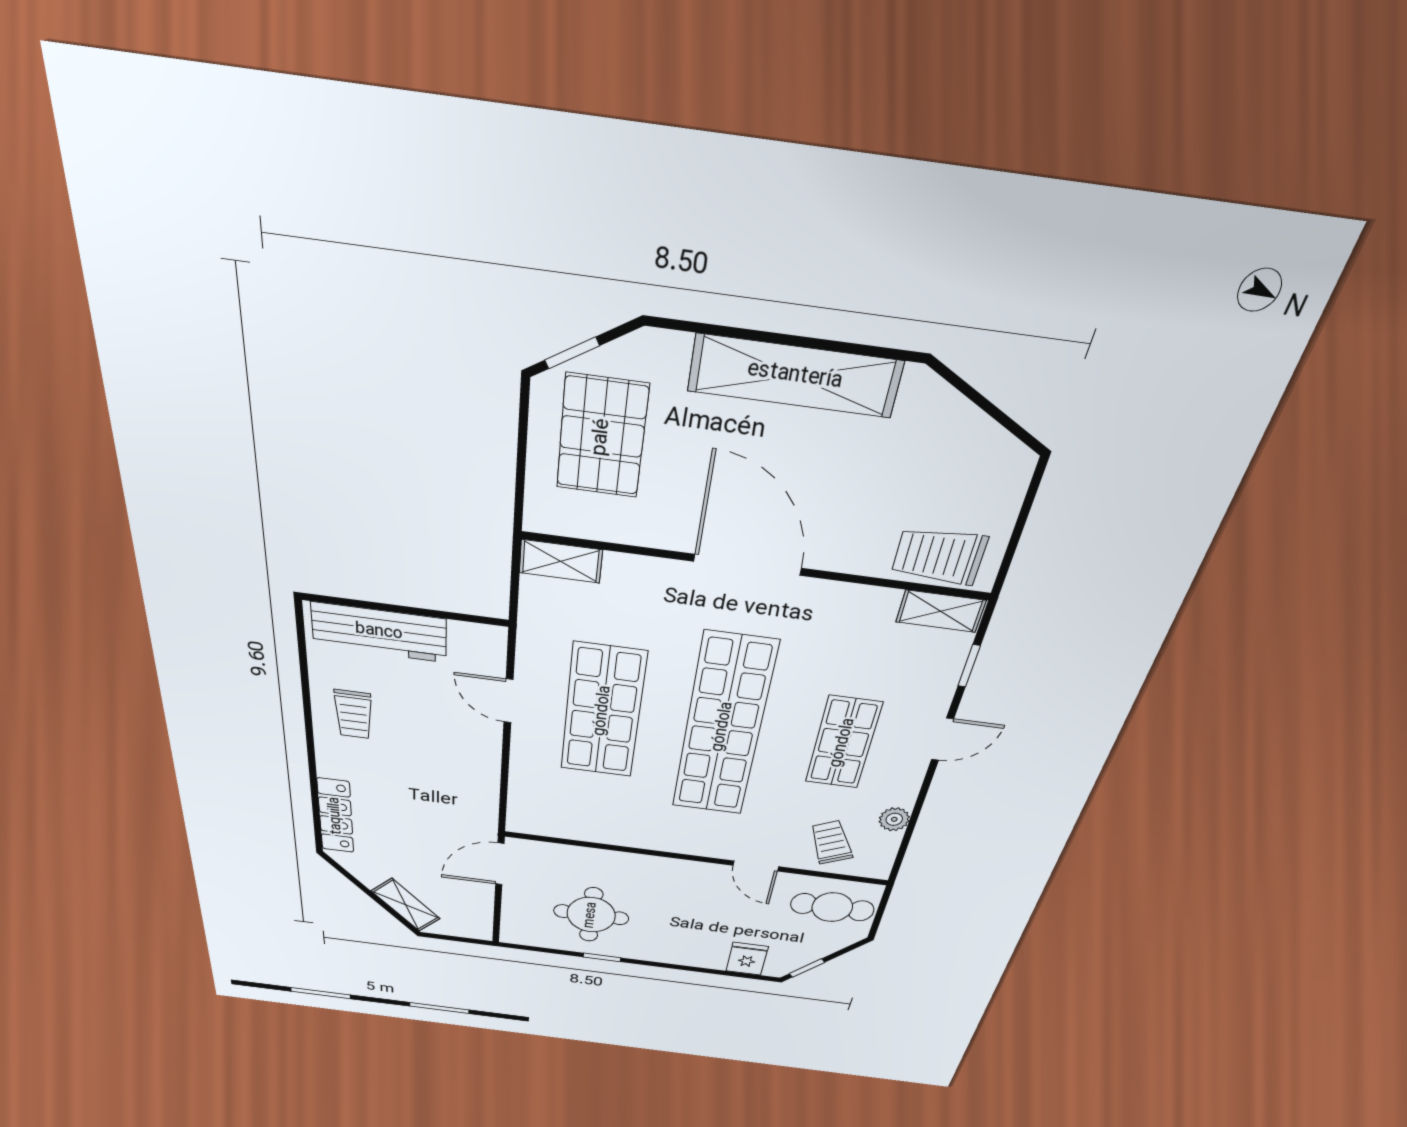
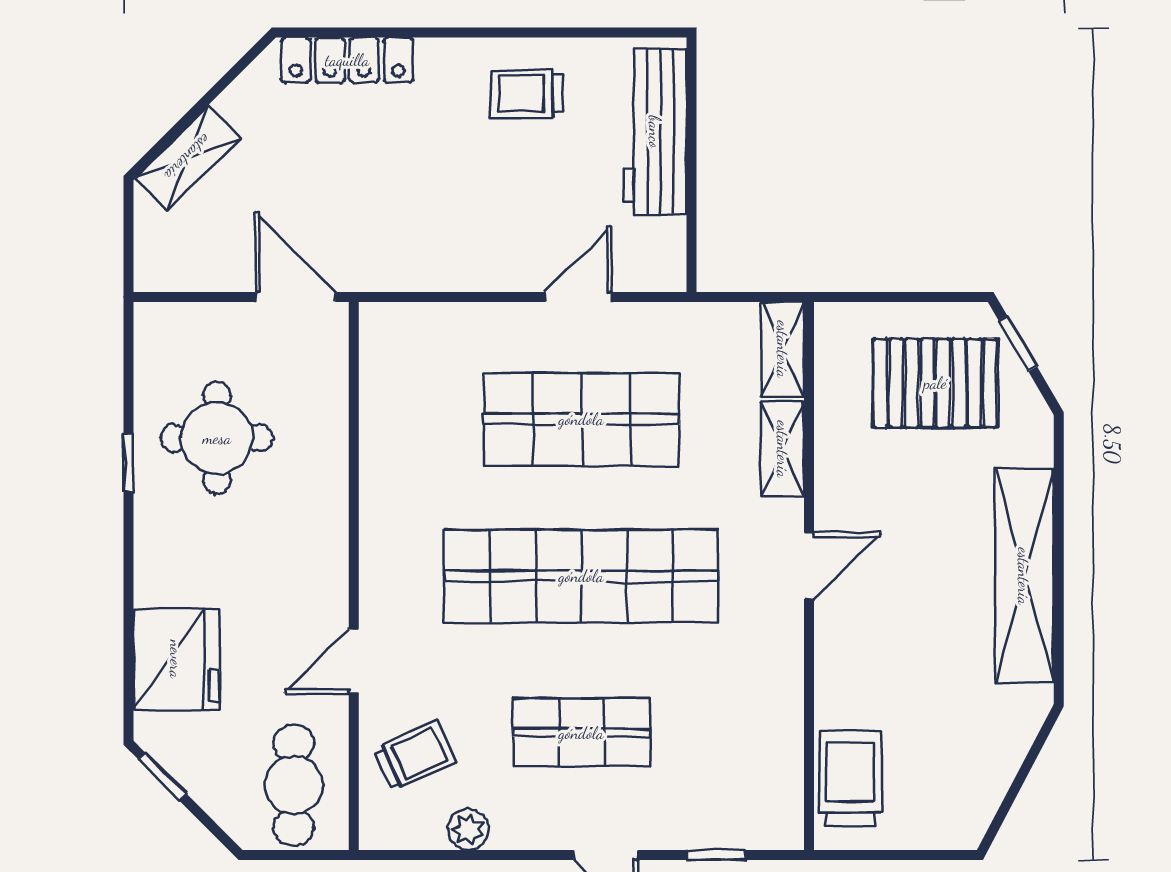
door: (748, 565) -> (809, 566), width x0.53
shelving: (941, 611) -> (783, 449), moved
fridge: (747, 959) -> (176, 659), width x1.88, depth x1.34

